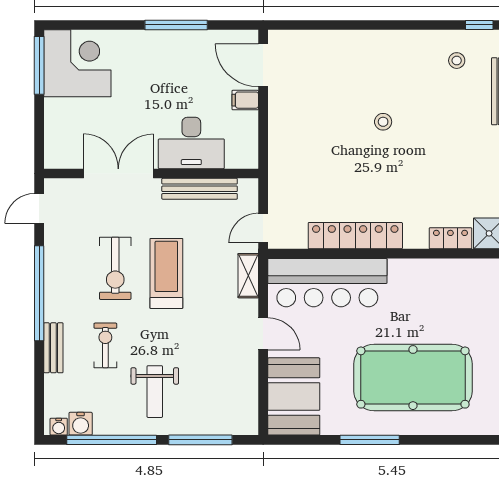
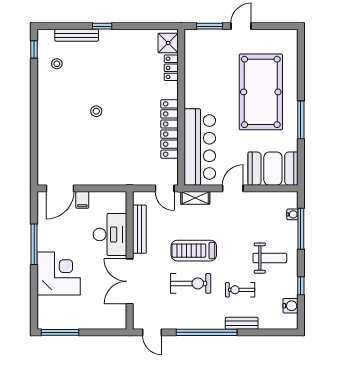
corner desk: (77, 63) -> (59, 273), moved, turned 90
water cooler: (59, 427) -> (292, 214), moved
window: (112, 440) -> (301, 286), width x0.32

